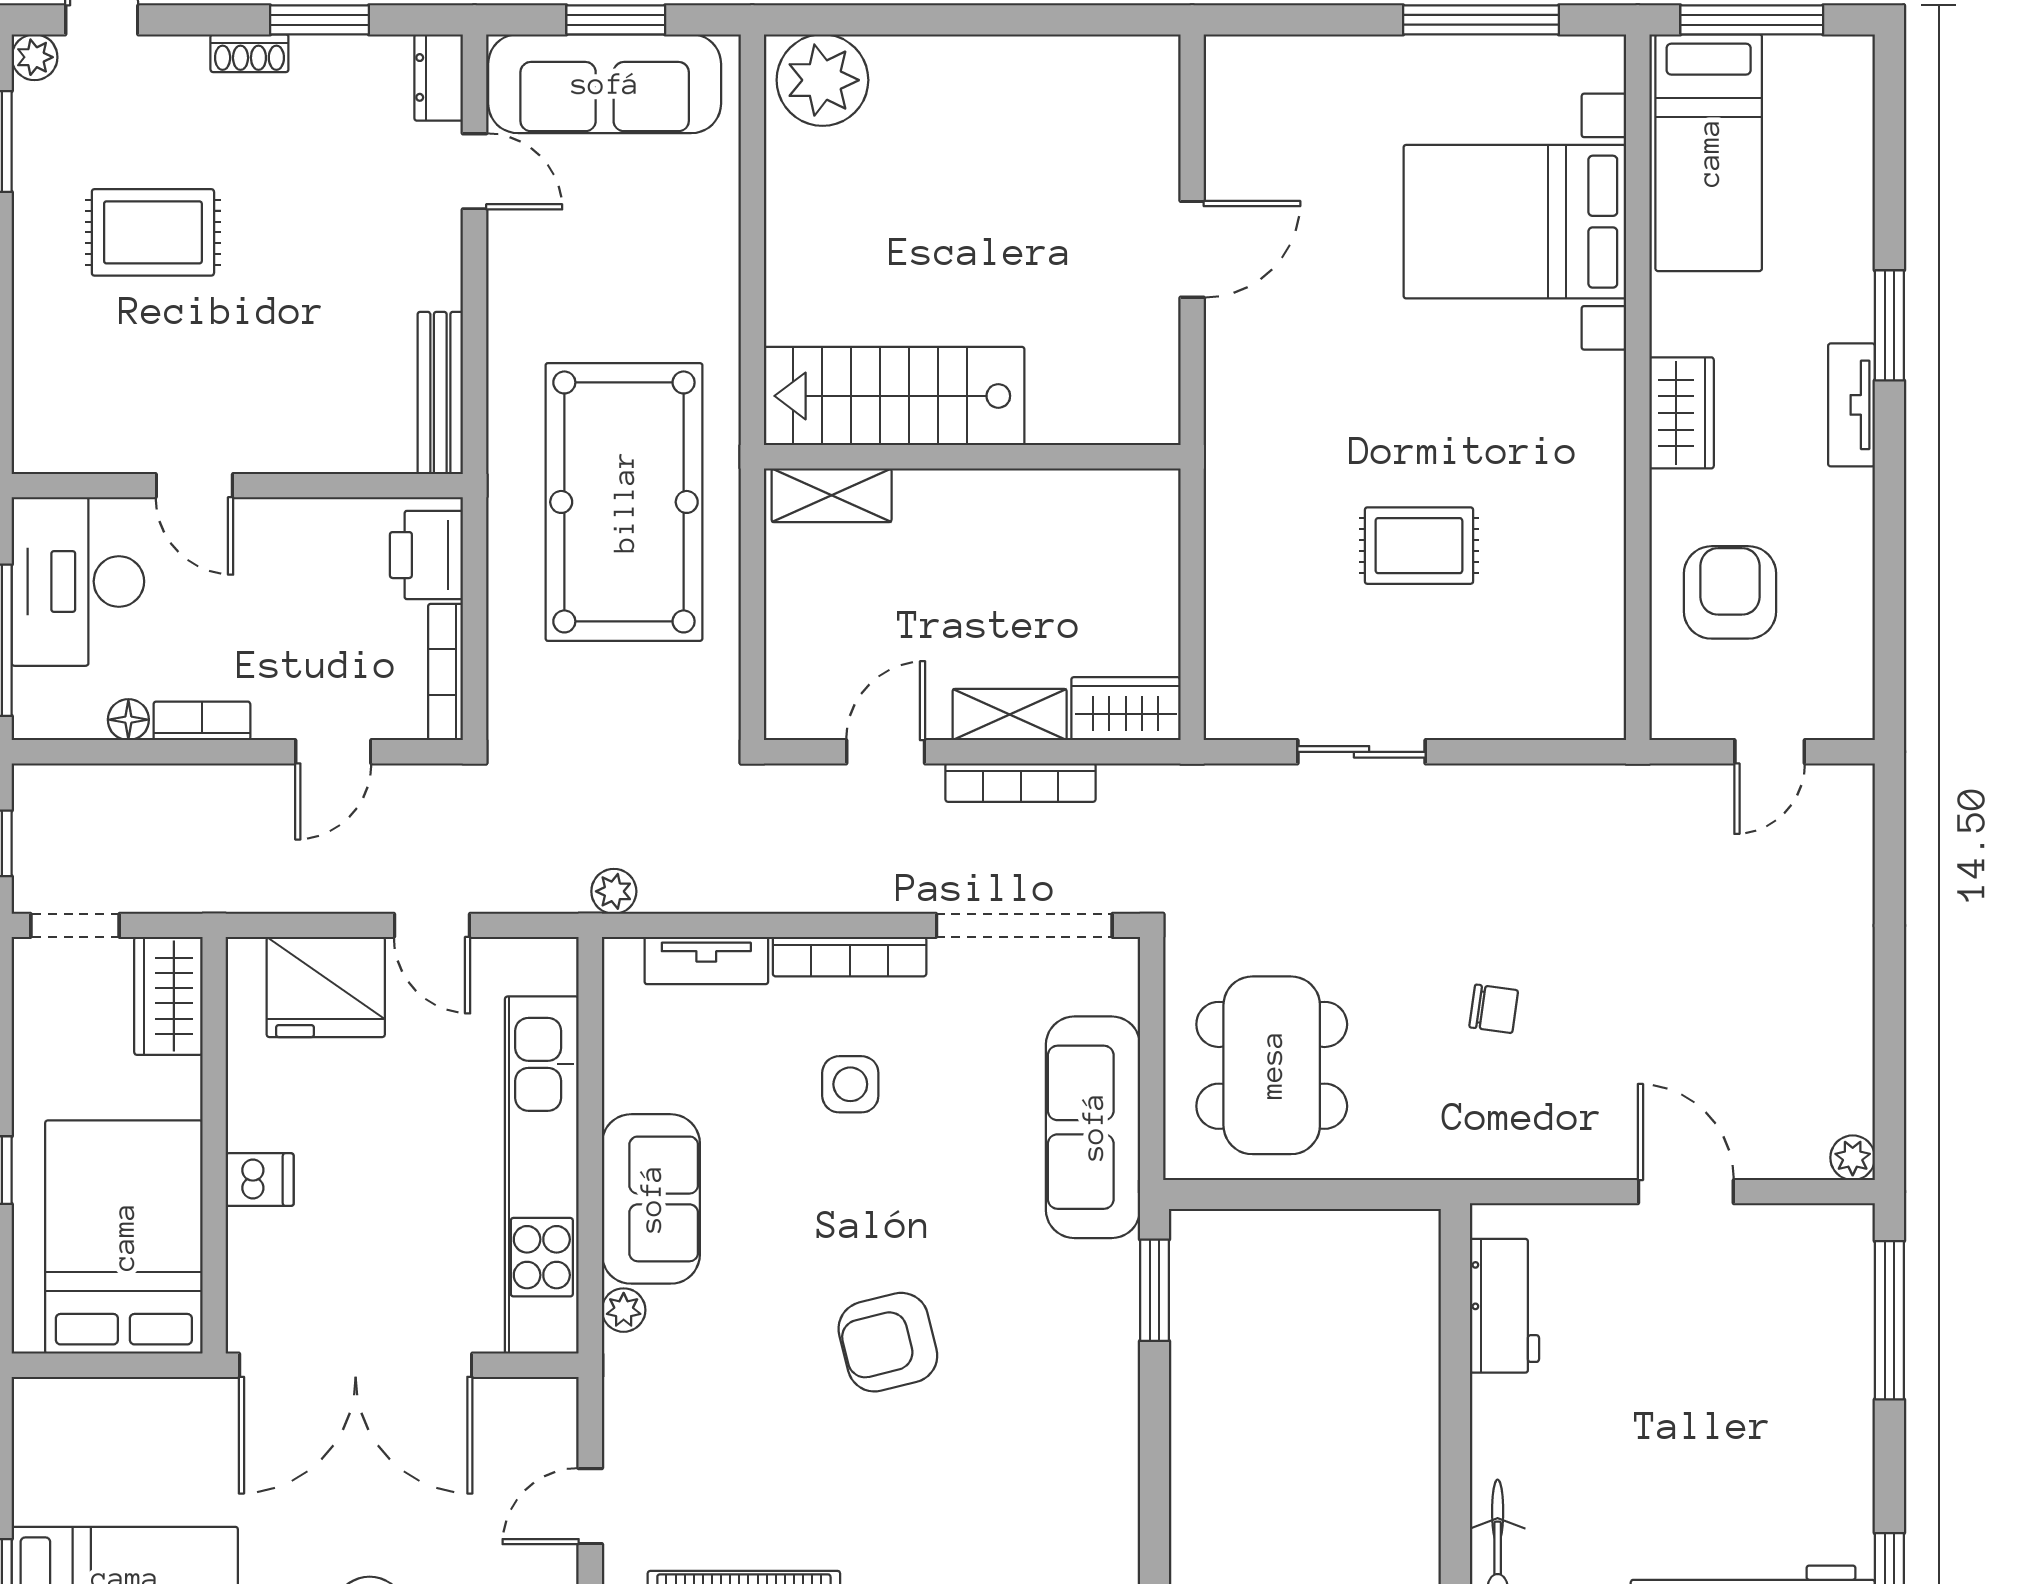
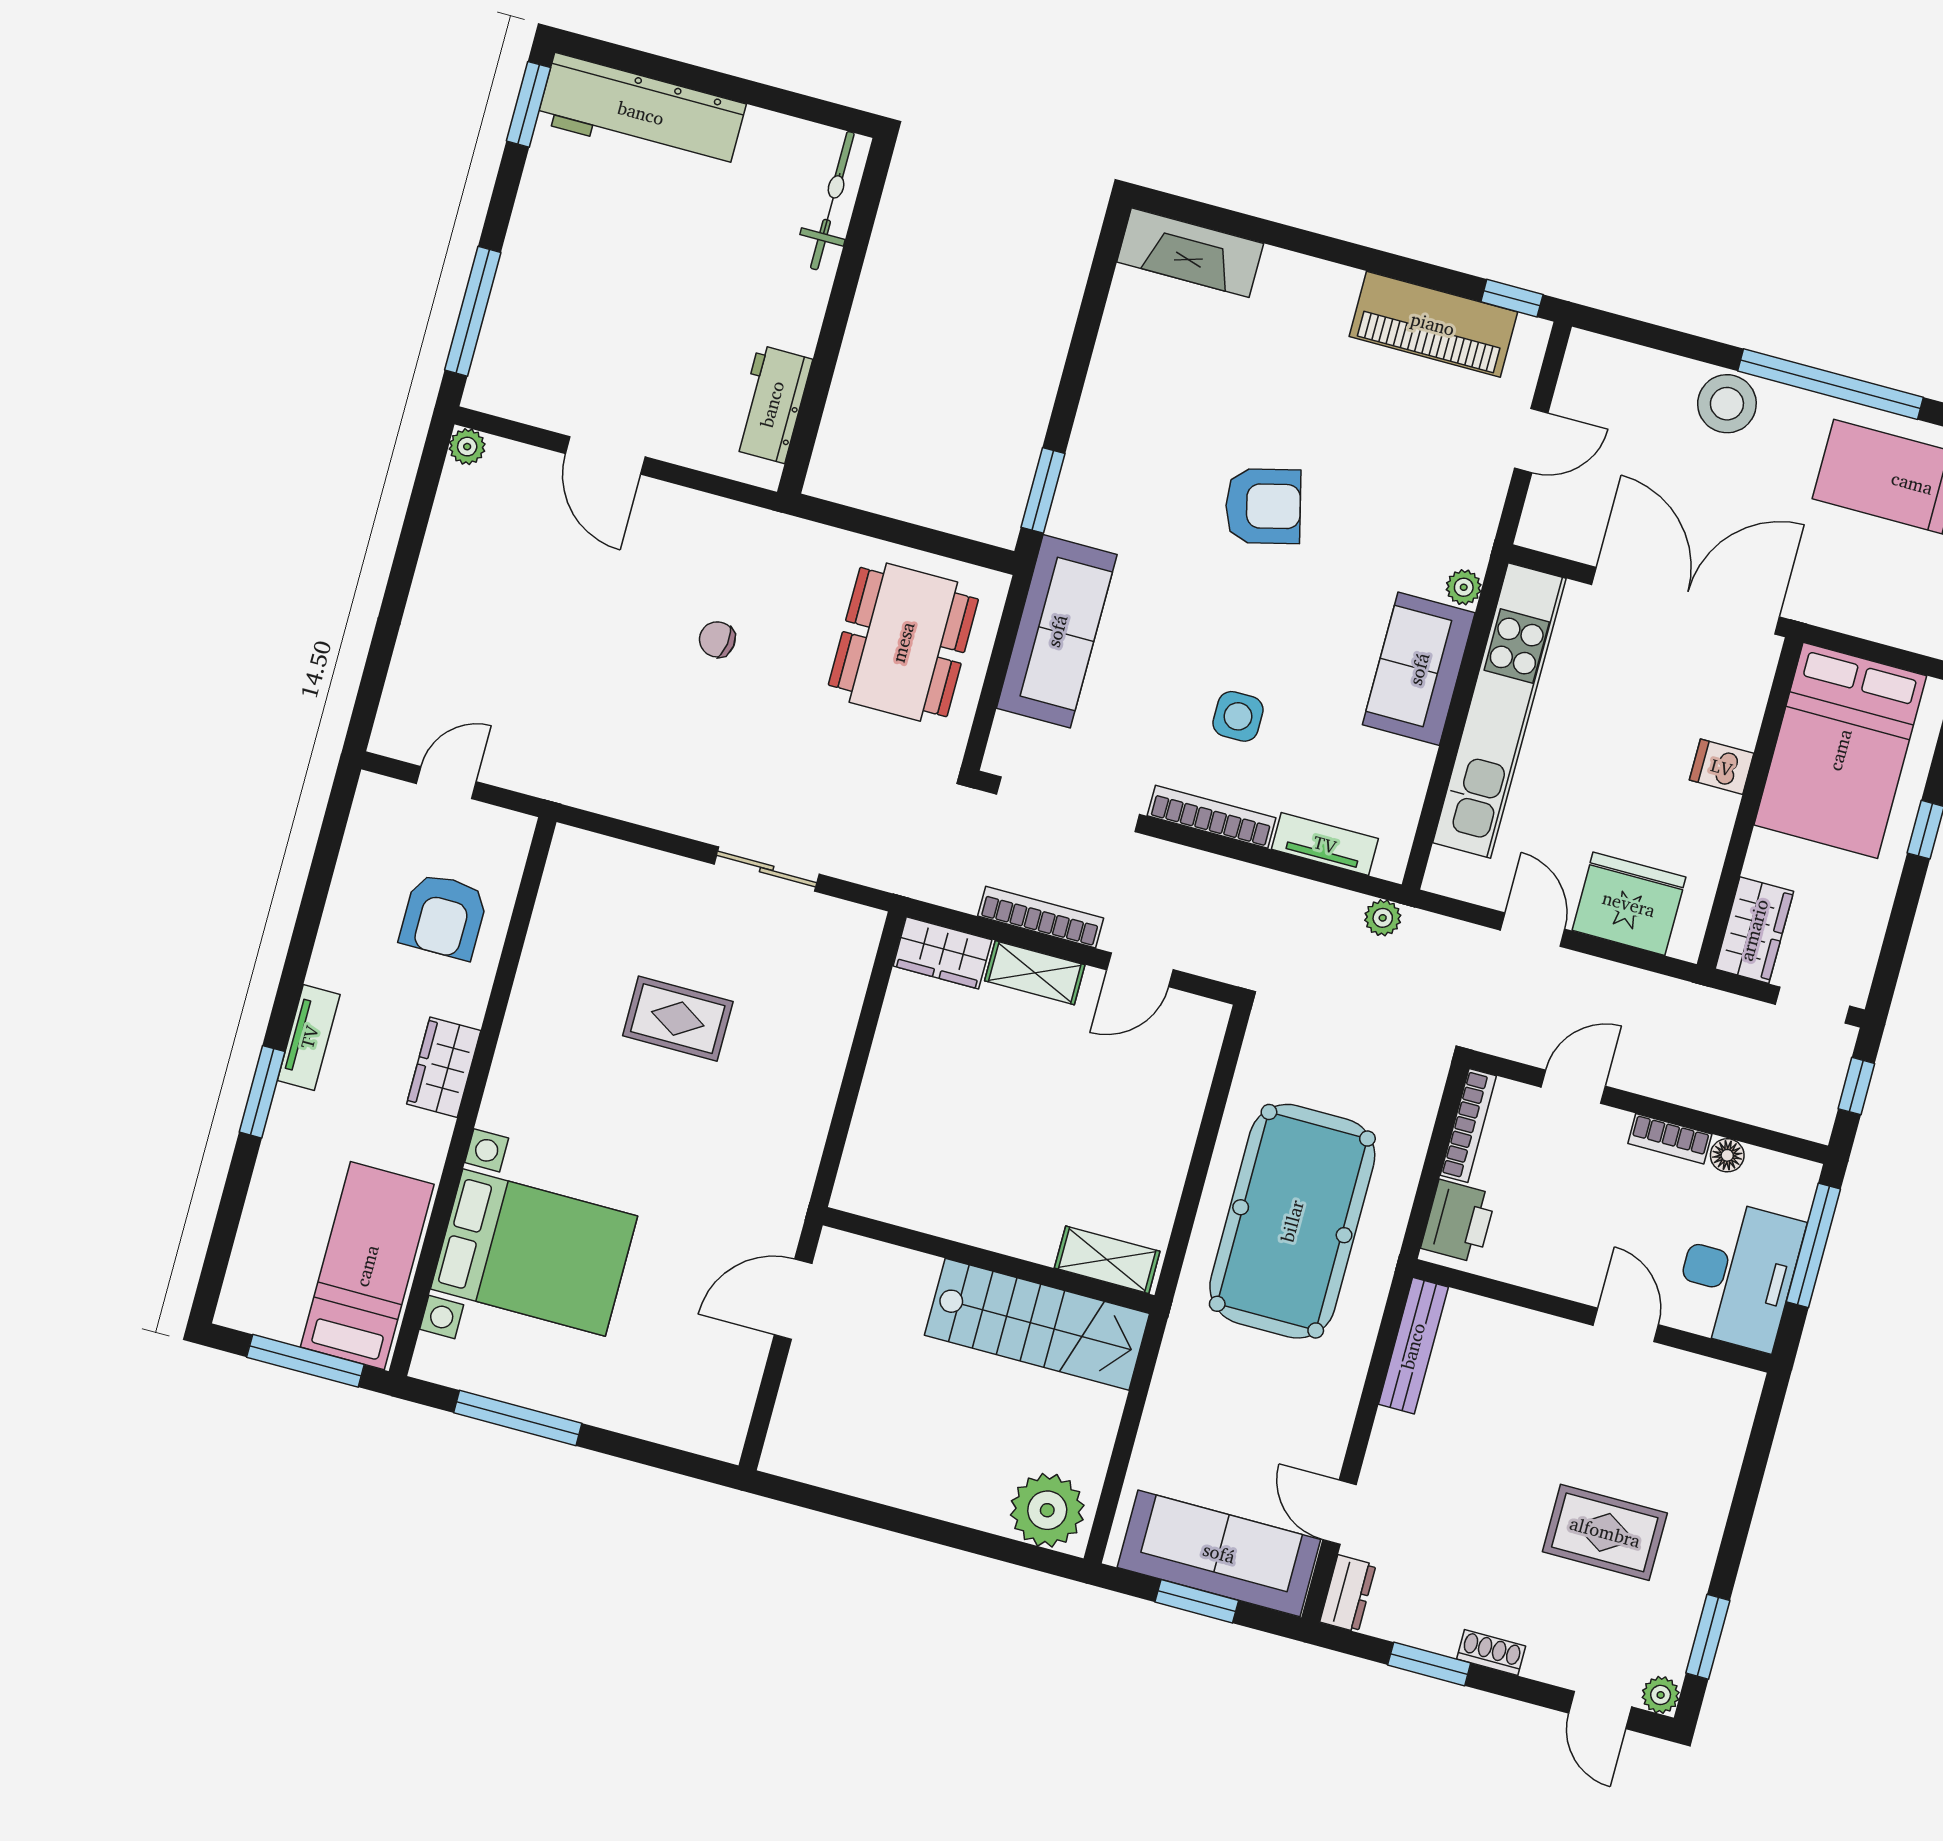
stairs: (894, 396) -> (1037, 1324), moved
wall: (972, 457) -> (989, 1260), moved
shelving: (832, 495) -> (1107, 1260), moved

